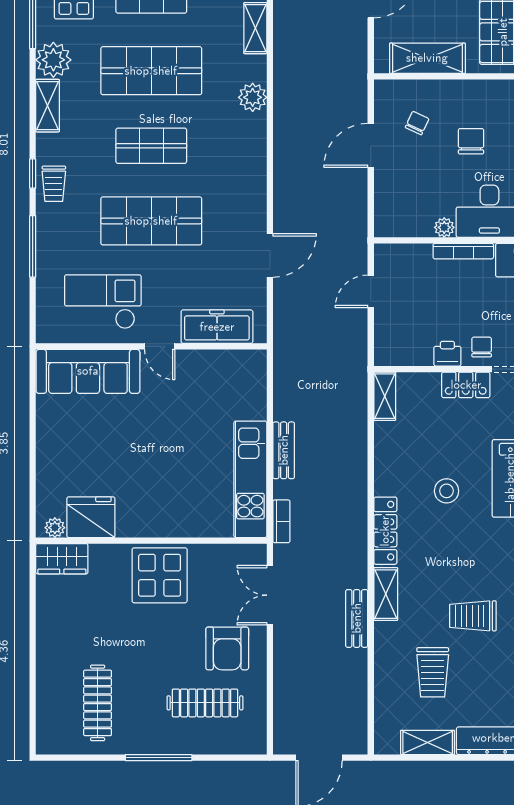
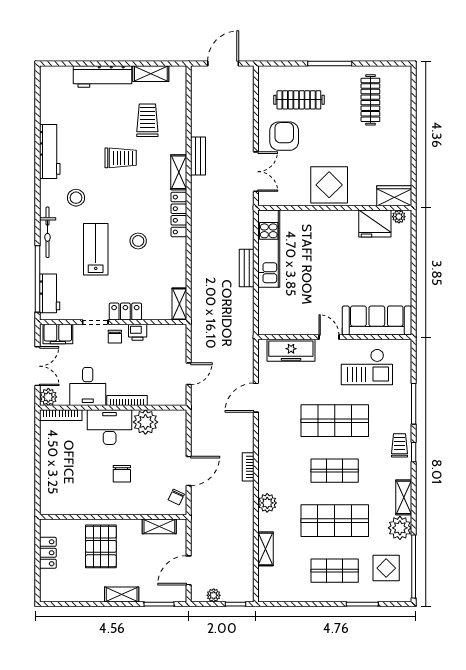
shelving: (427, 58) -> (159, 526), width x0.67, depth x0.75
chair: (417, 123) -> (176, 497), moved
plant: (444, 227) -> (145, 422), width x1.88, depth x1.88
bookcase: (281, 521) -> (248, 467), moved

